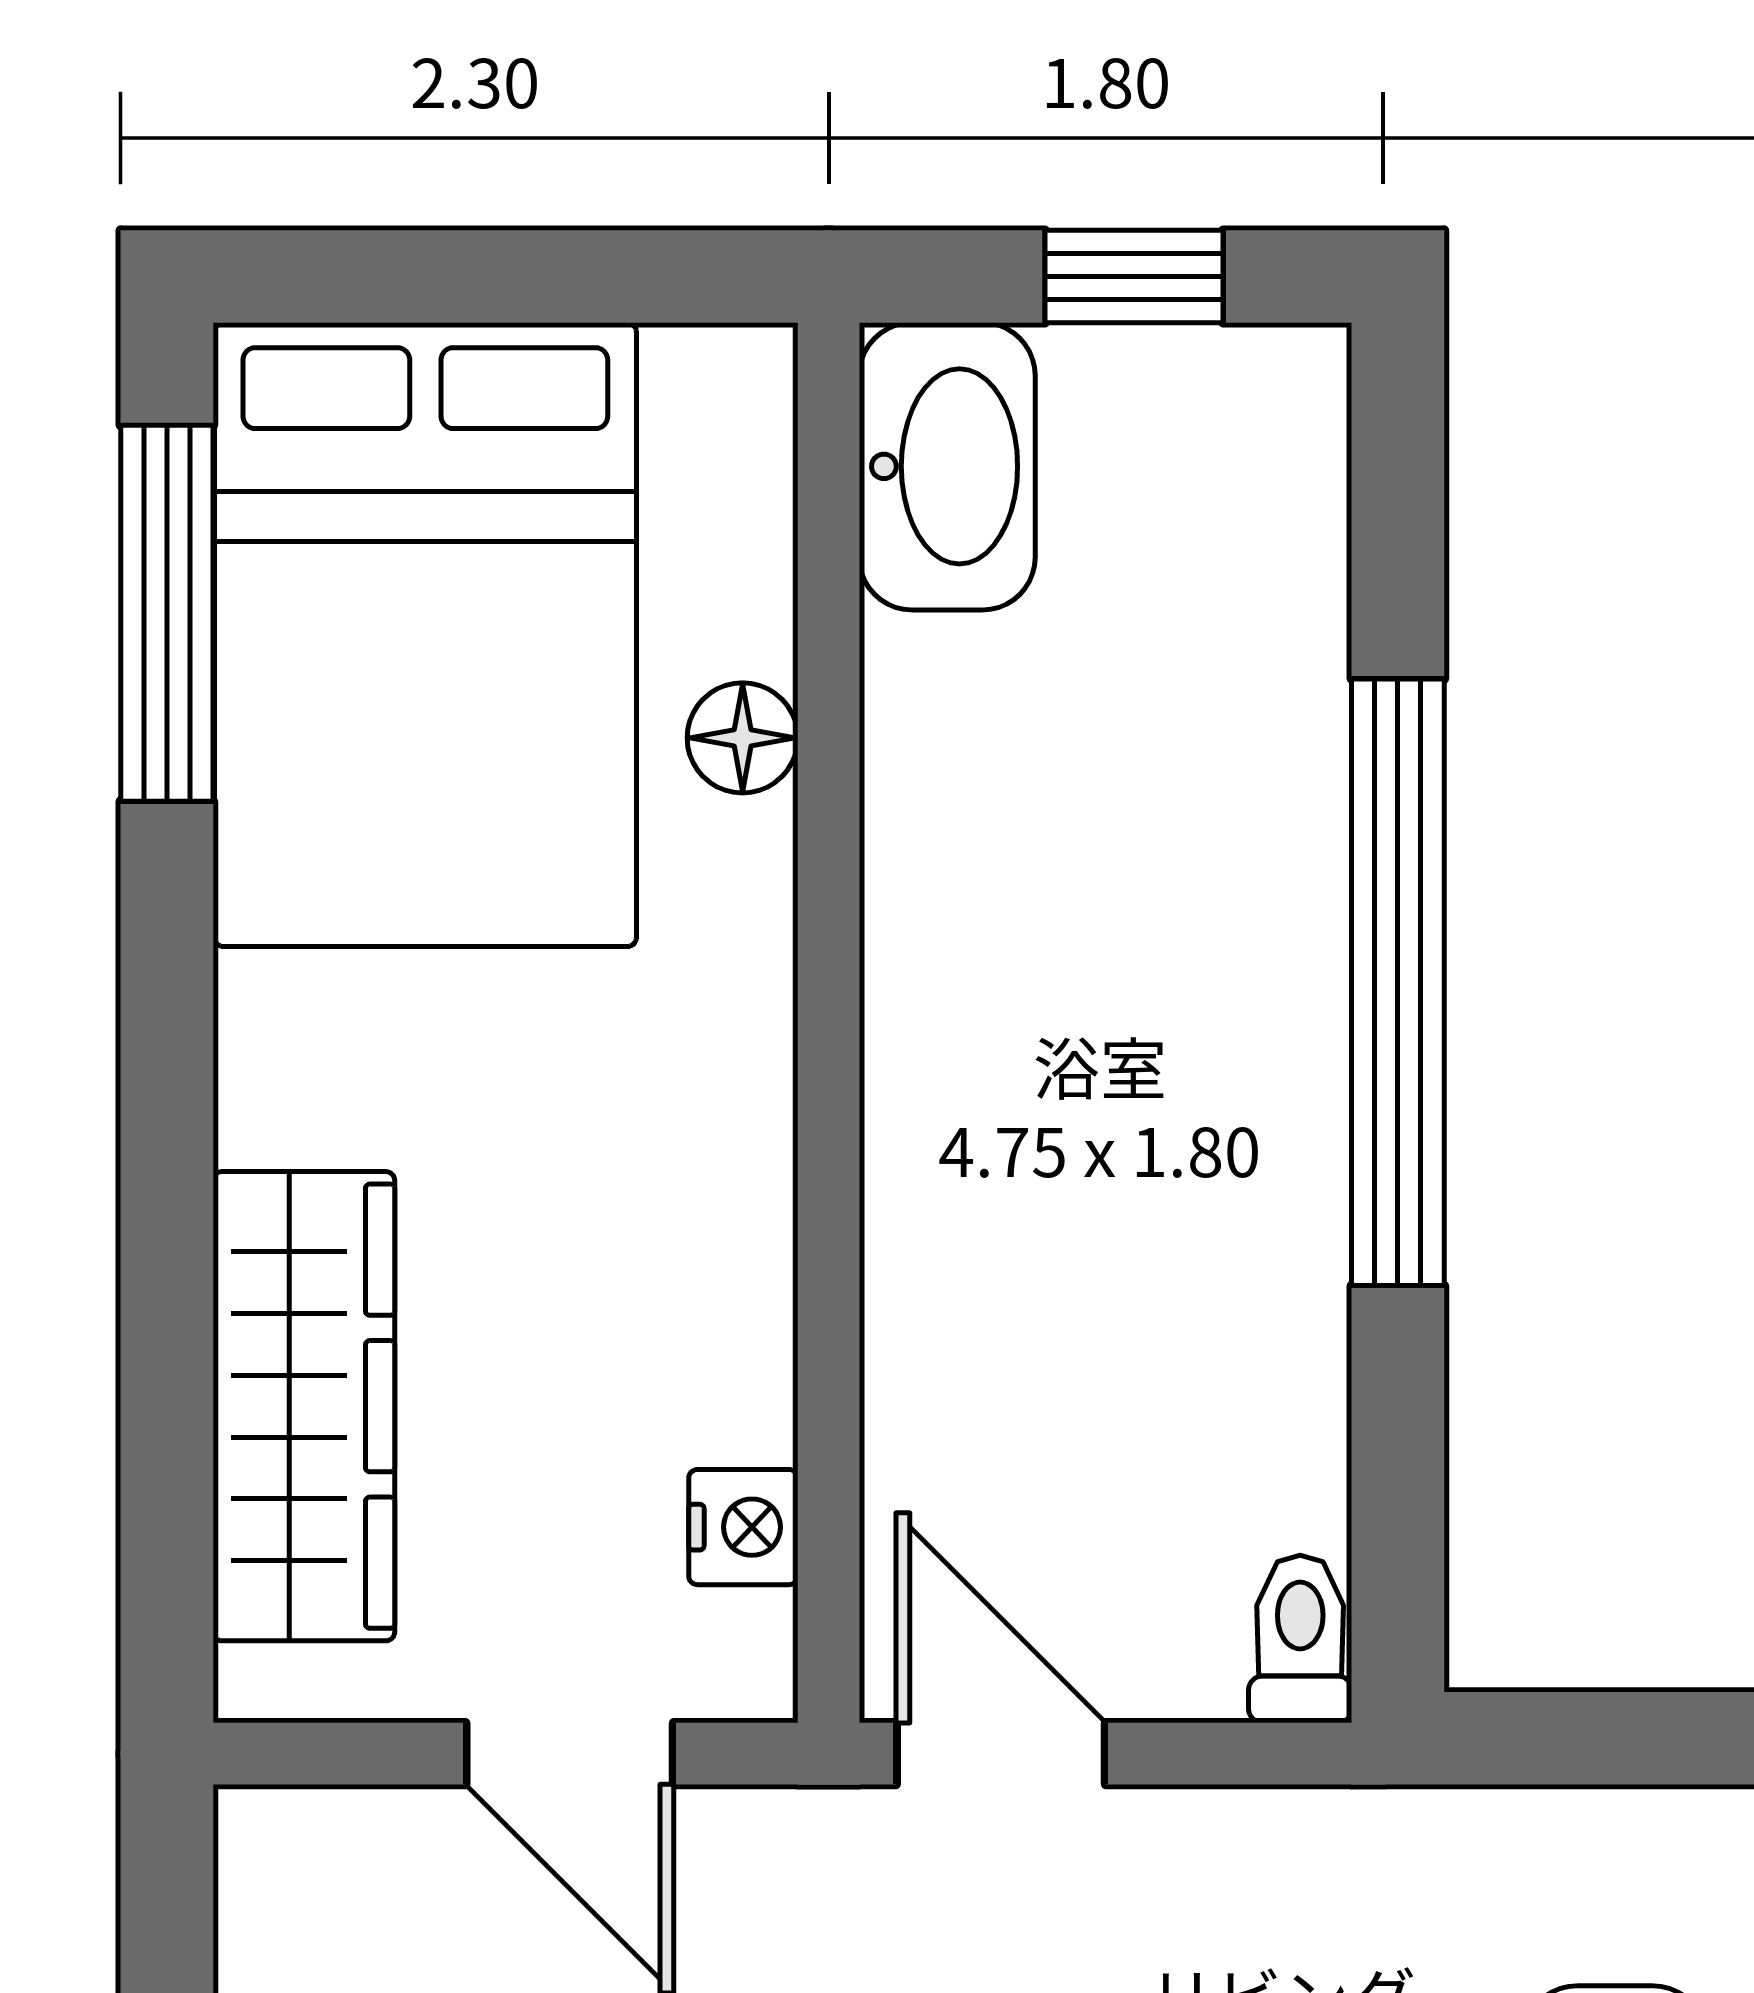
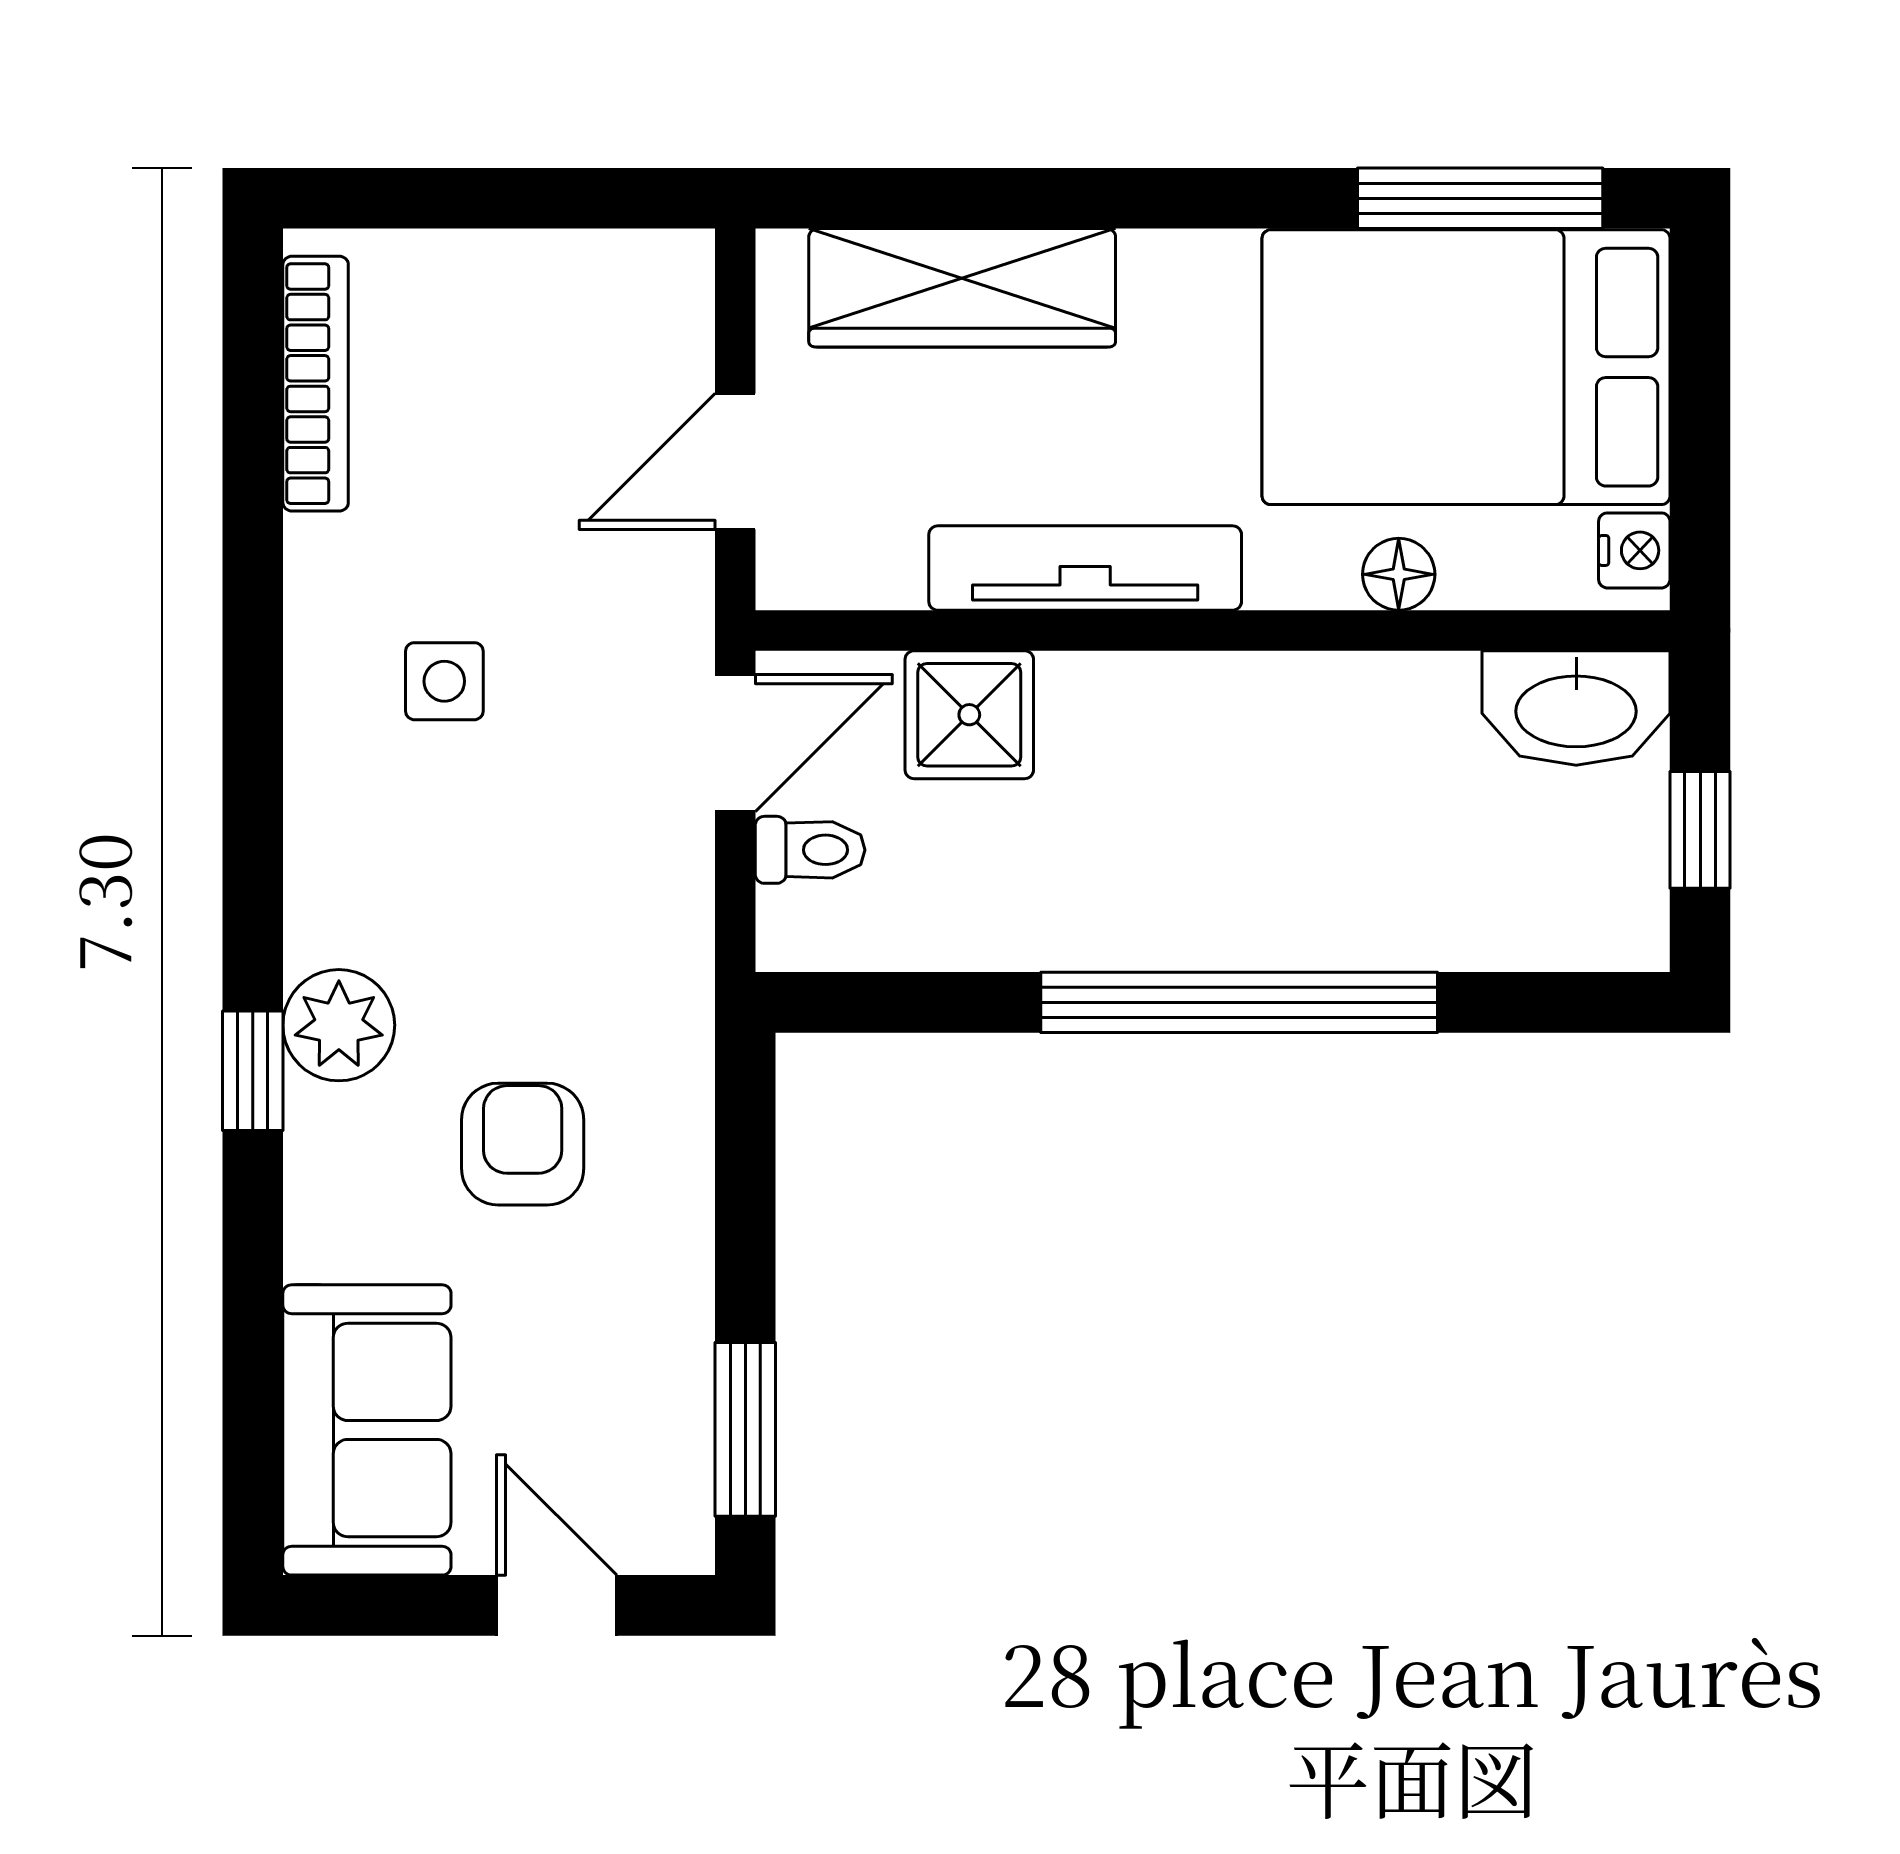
tv unit: (733, 1218) -> (1085, 568), added
shower: (958, 1395) -> (969, 715), added
nightstand: (743, 1527) -> (1634, 550), moved, turned -90
toilet: (1300, 1639) -> (810, 850), moved

